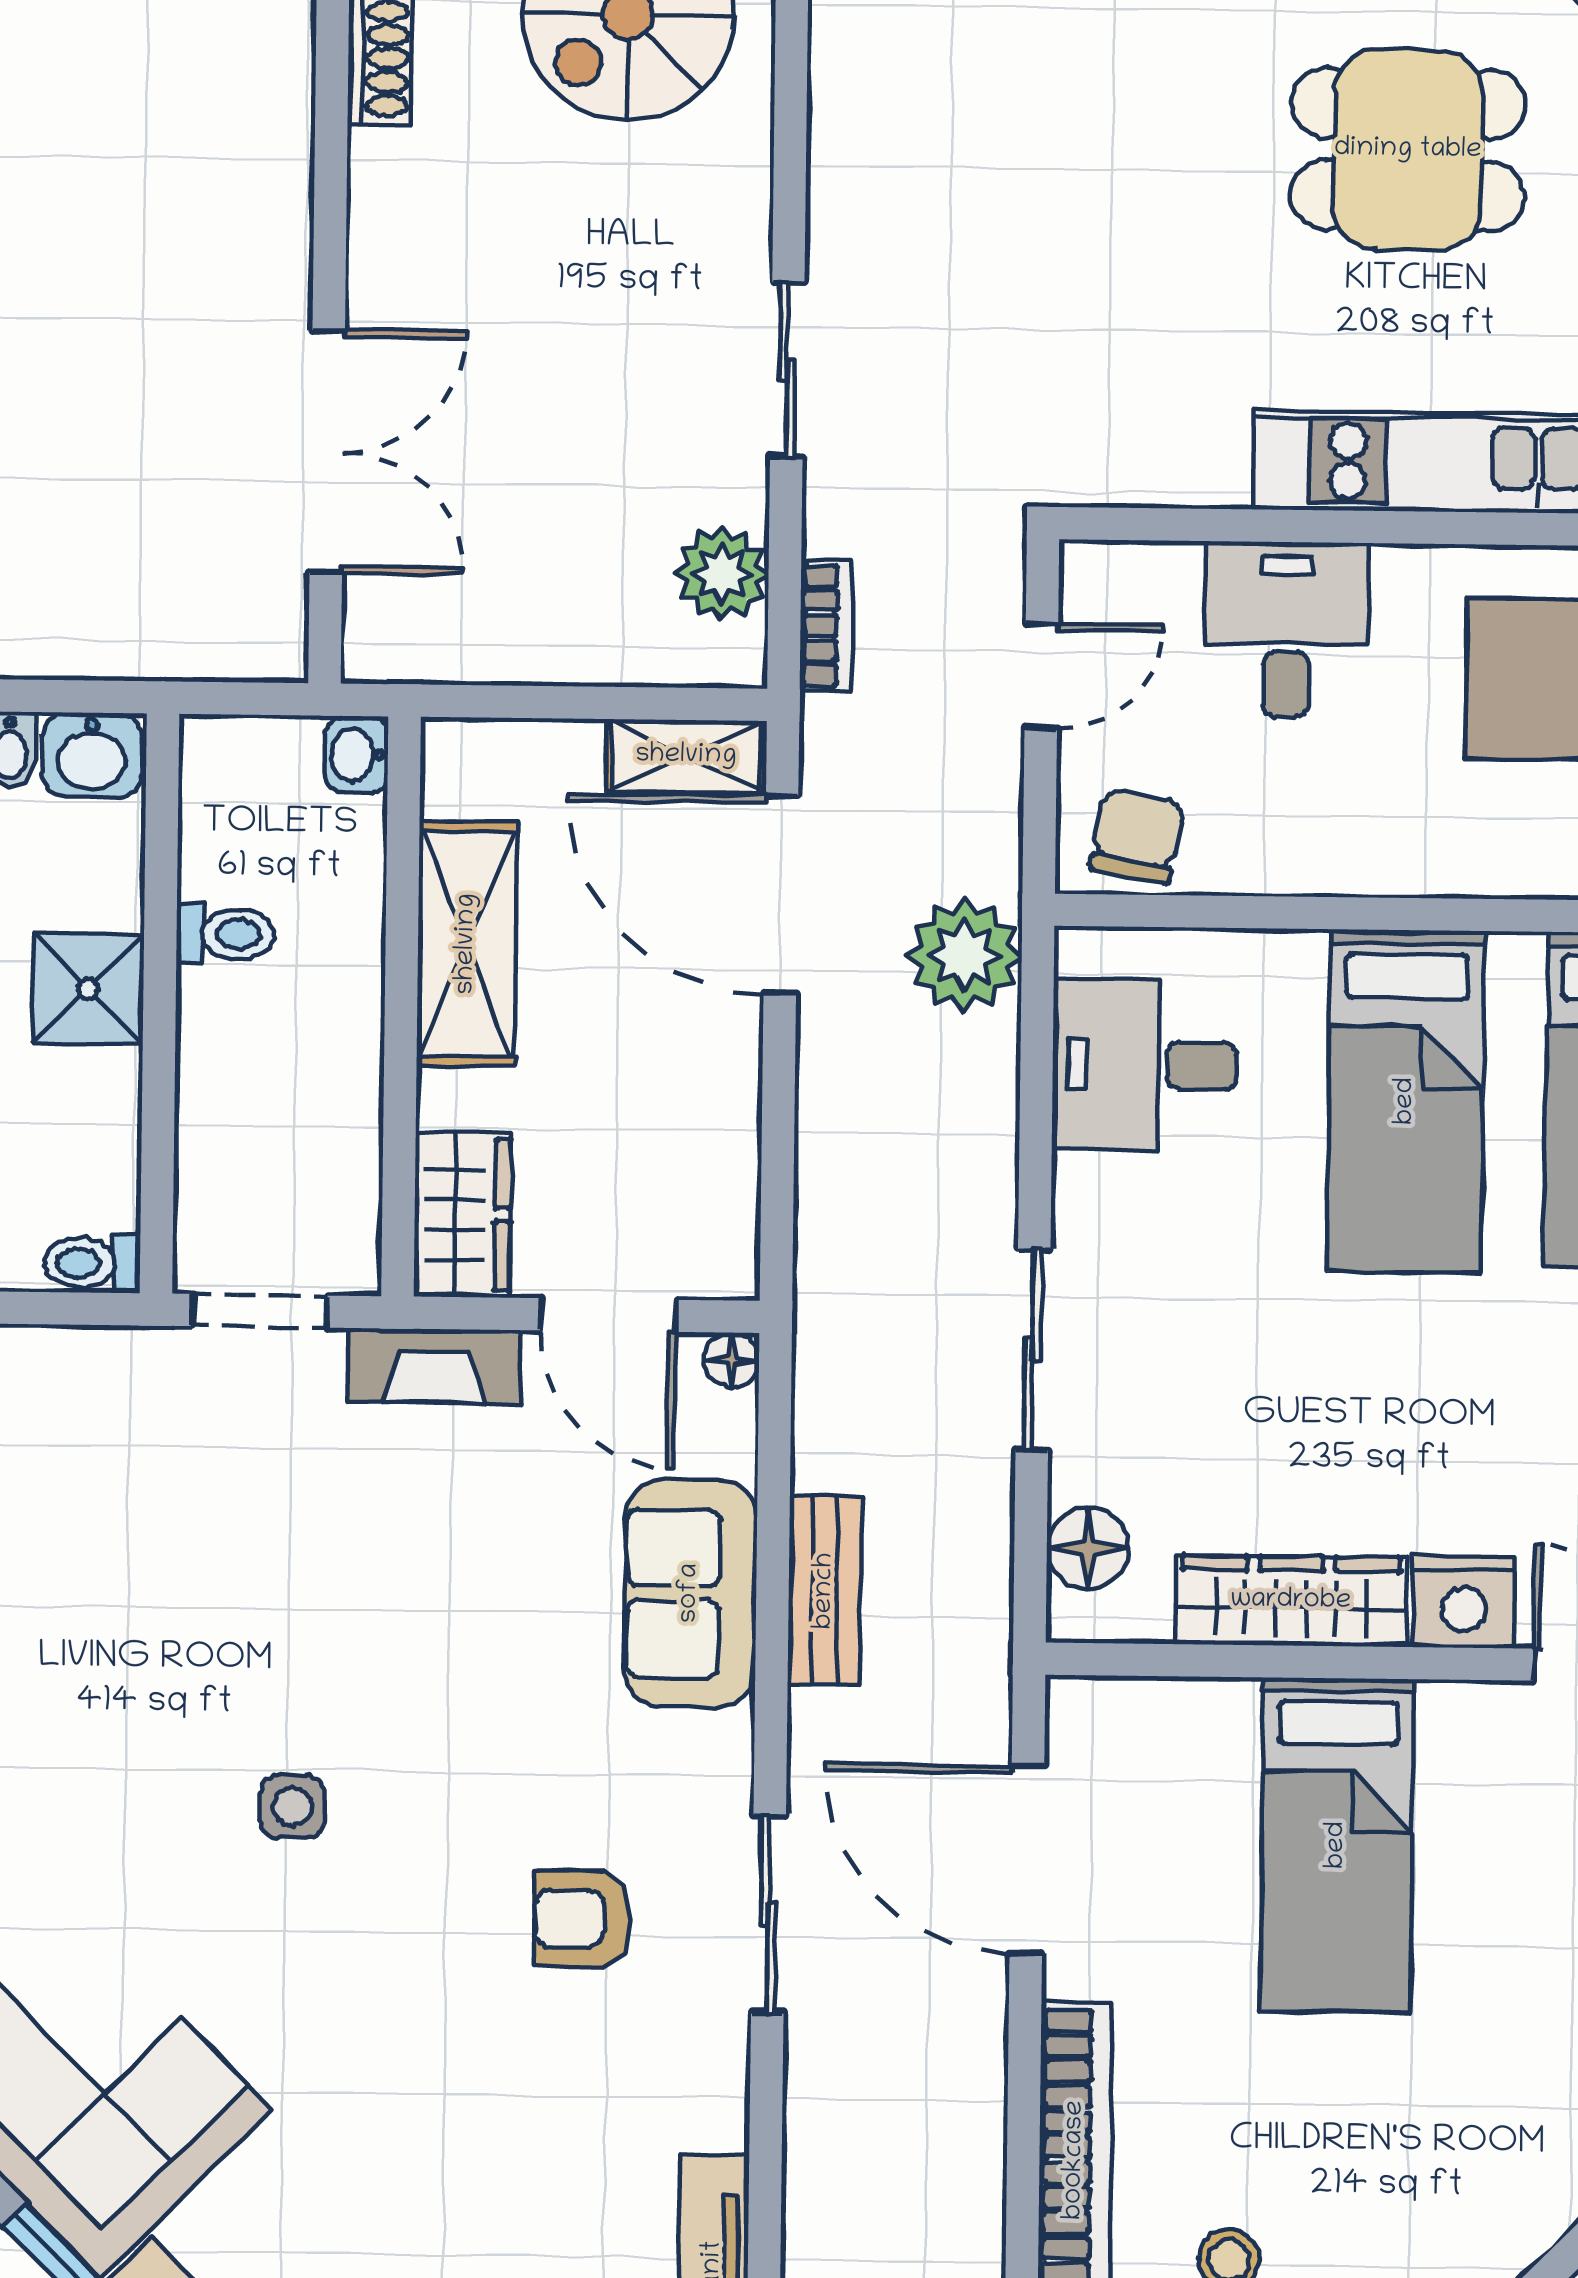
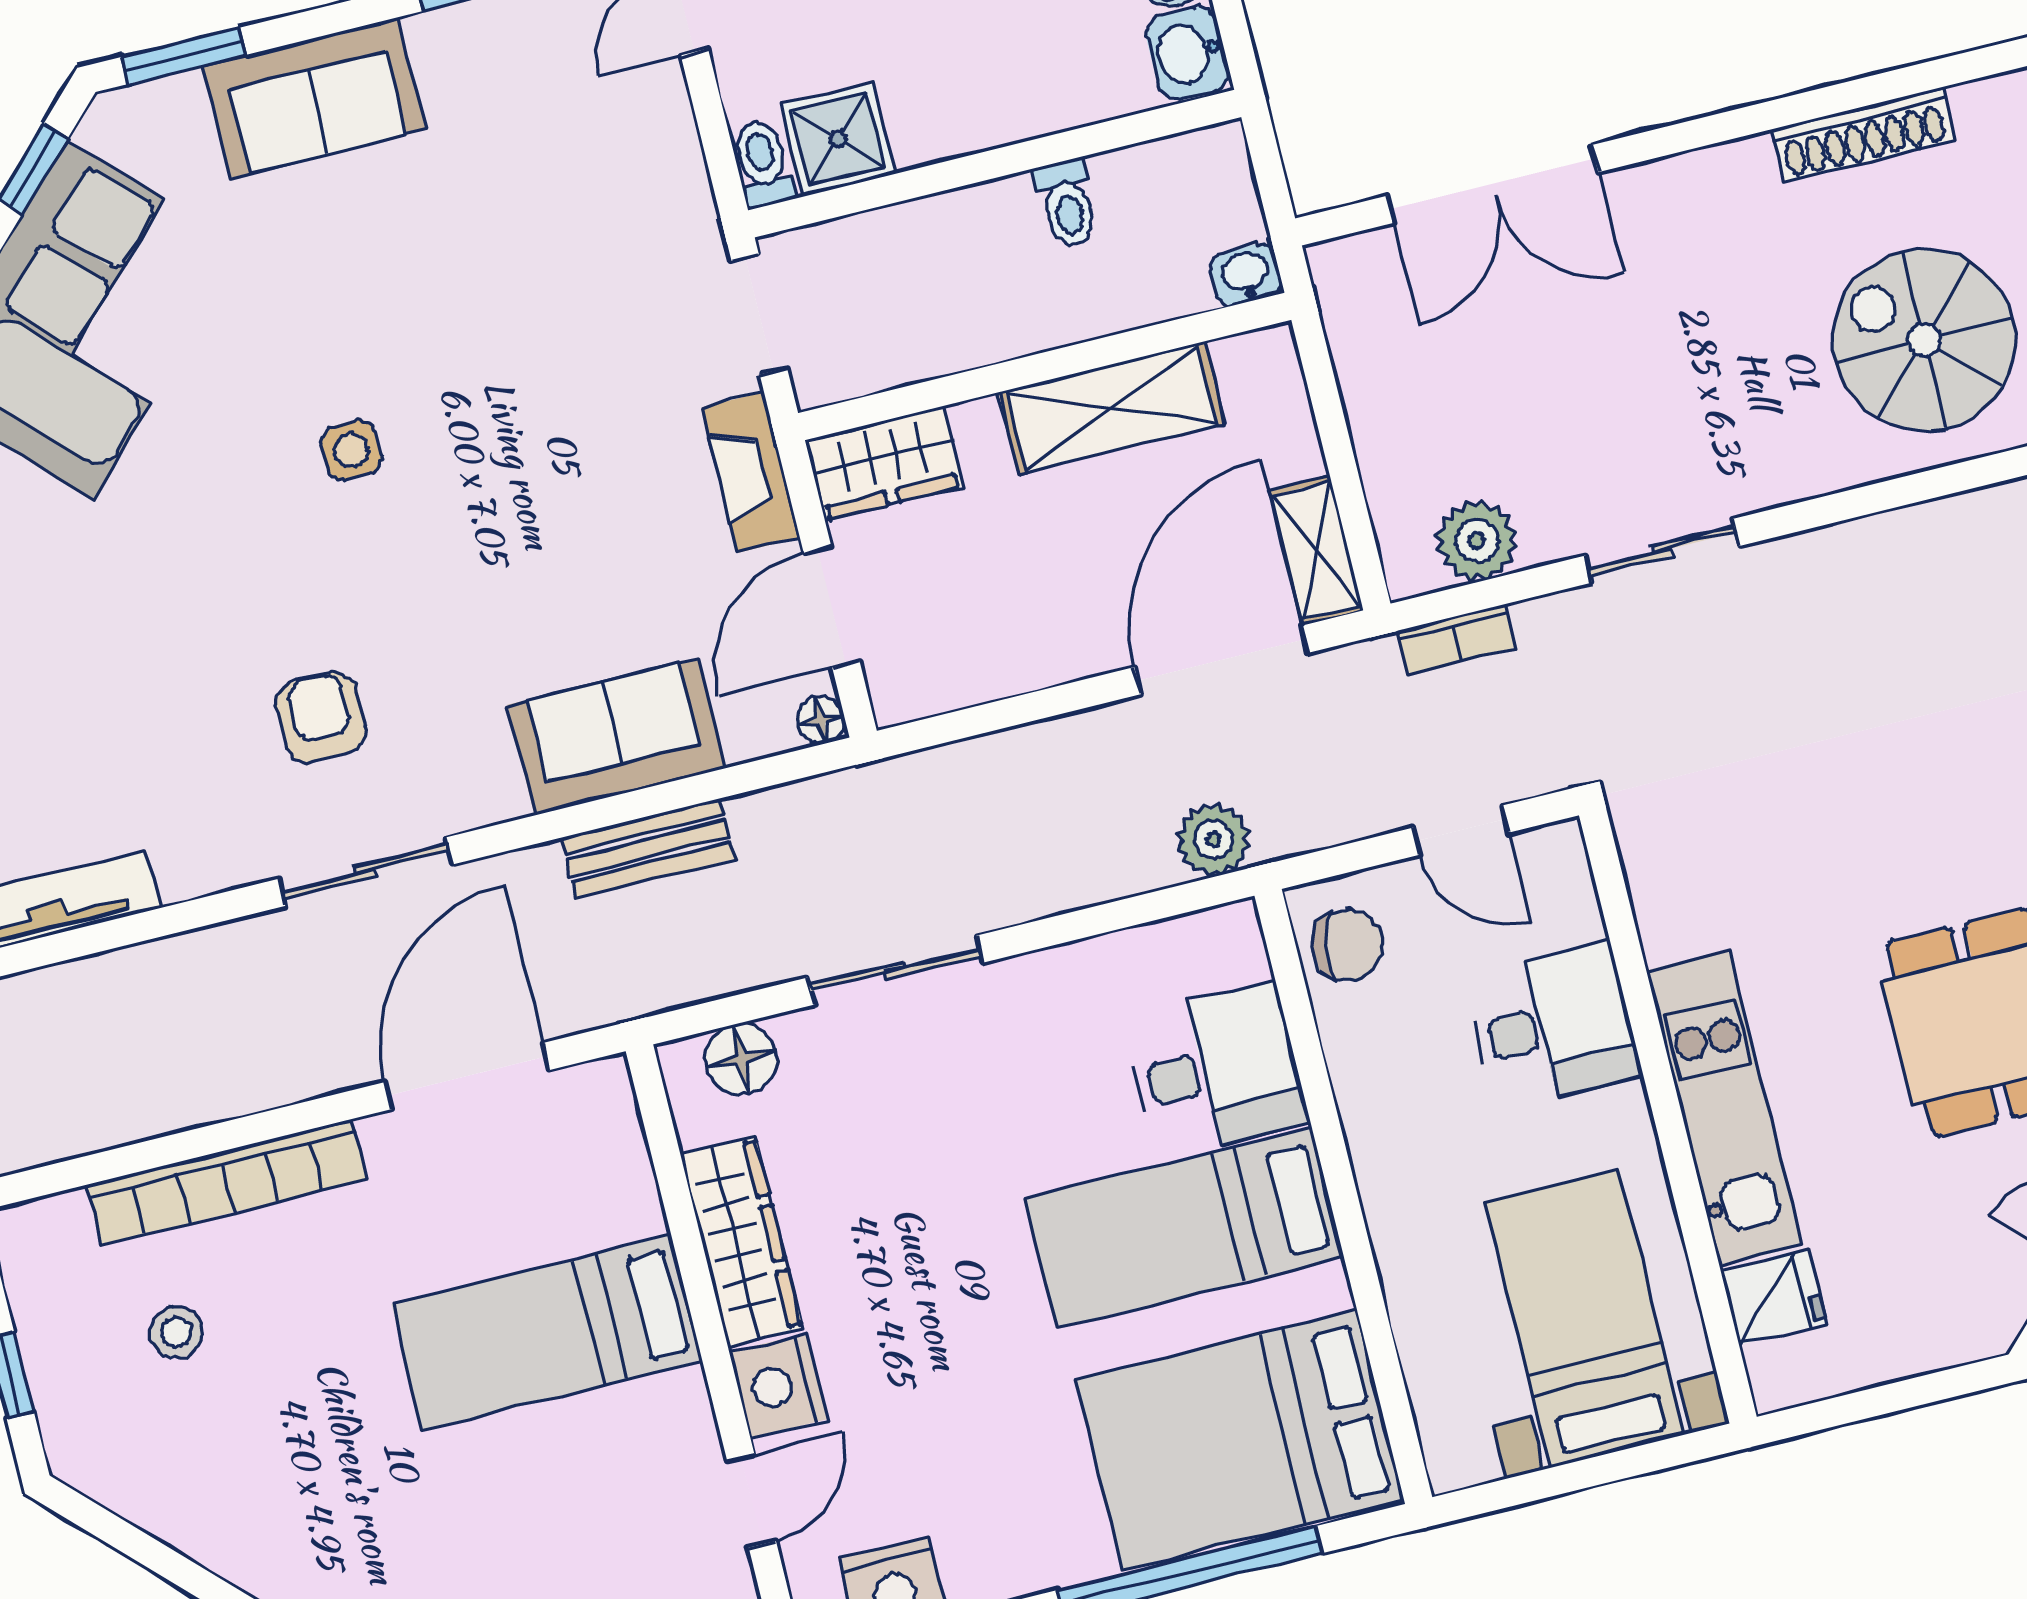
plant: (965, 955) -> (1213, 840), width x0.73, depth x0.73
shower: (88, 989) -> (838, 139), moved
desk: (1145, 1065) -> (1216, 1070), moved, turned 90

